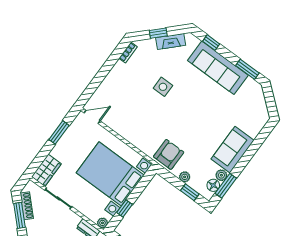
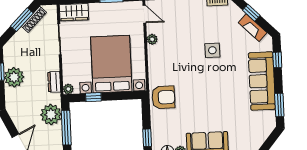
plant: (185, 177) -> (152, 39), moved

